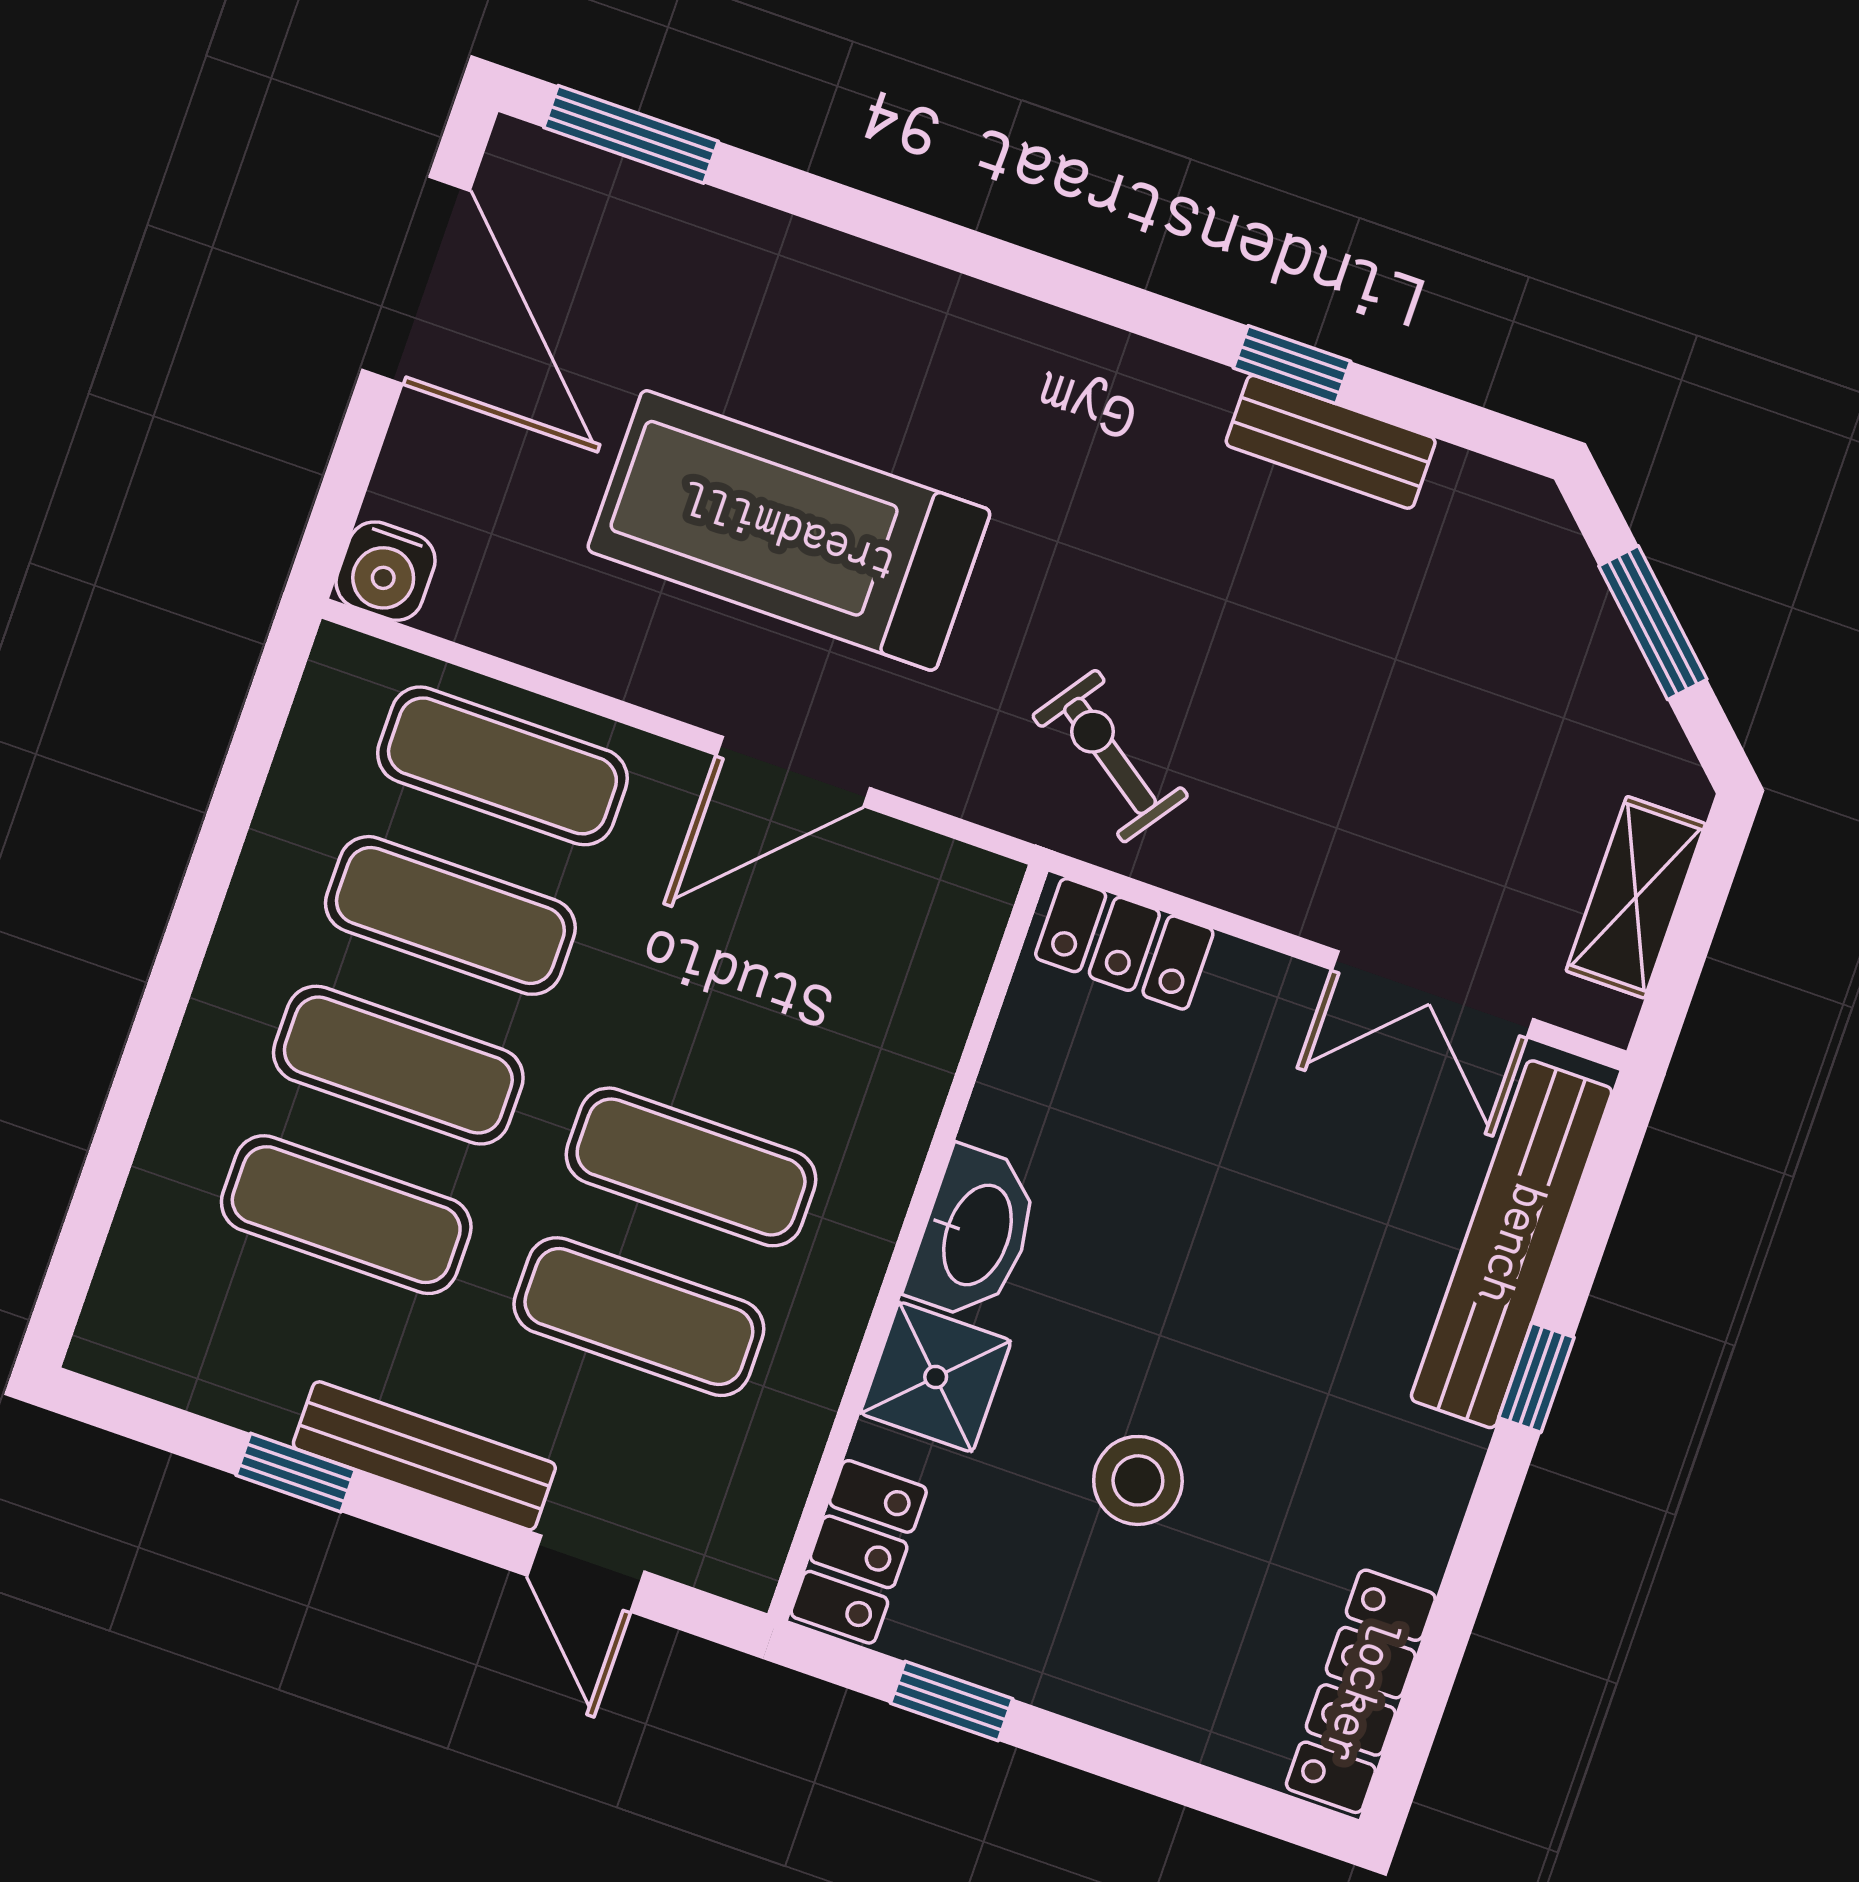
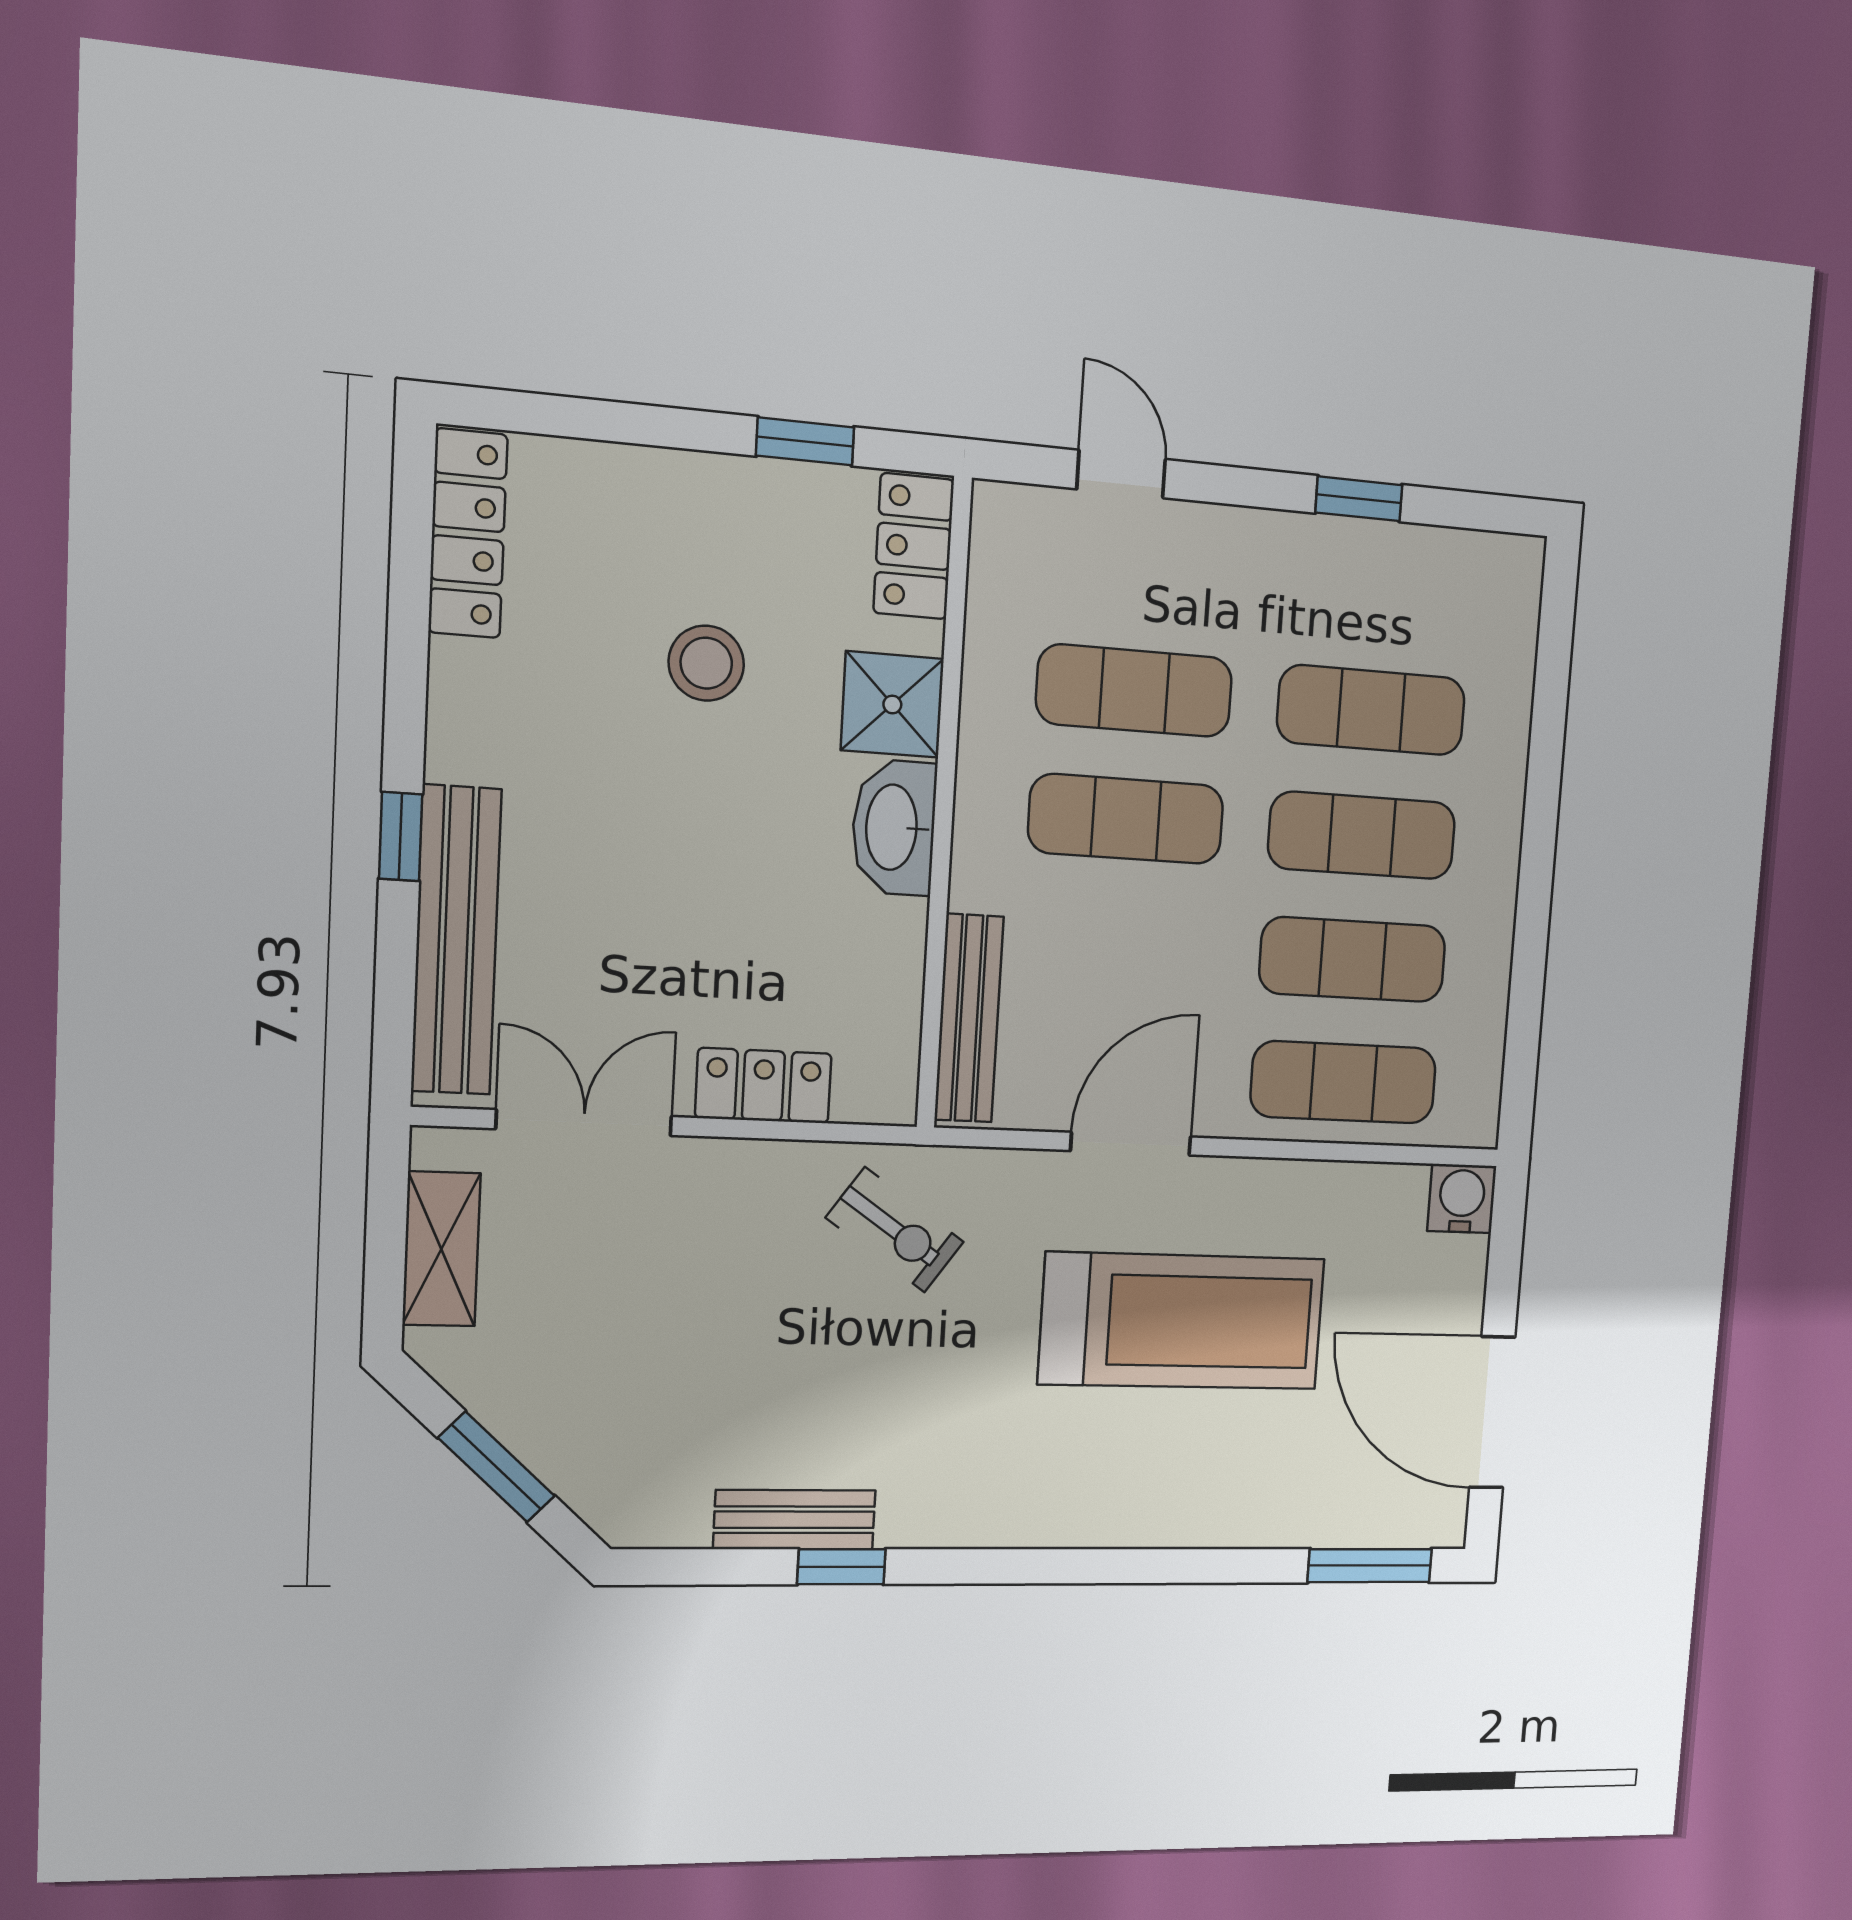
locker: (1124, 944) -> (763, 1086), moved
bench: (424, 1456) -> (969, 1018), moved, turned 90

